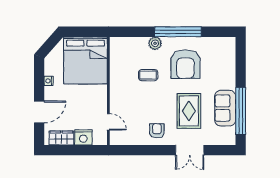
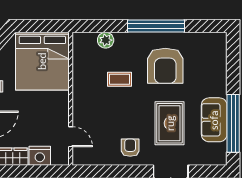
plant: (155, 43) -> (106, 40), moved

